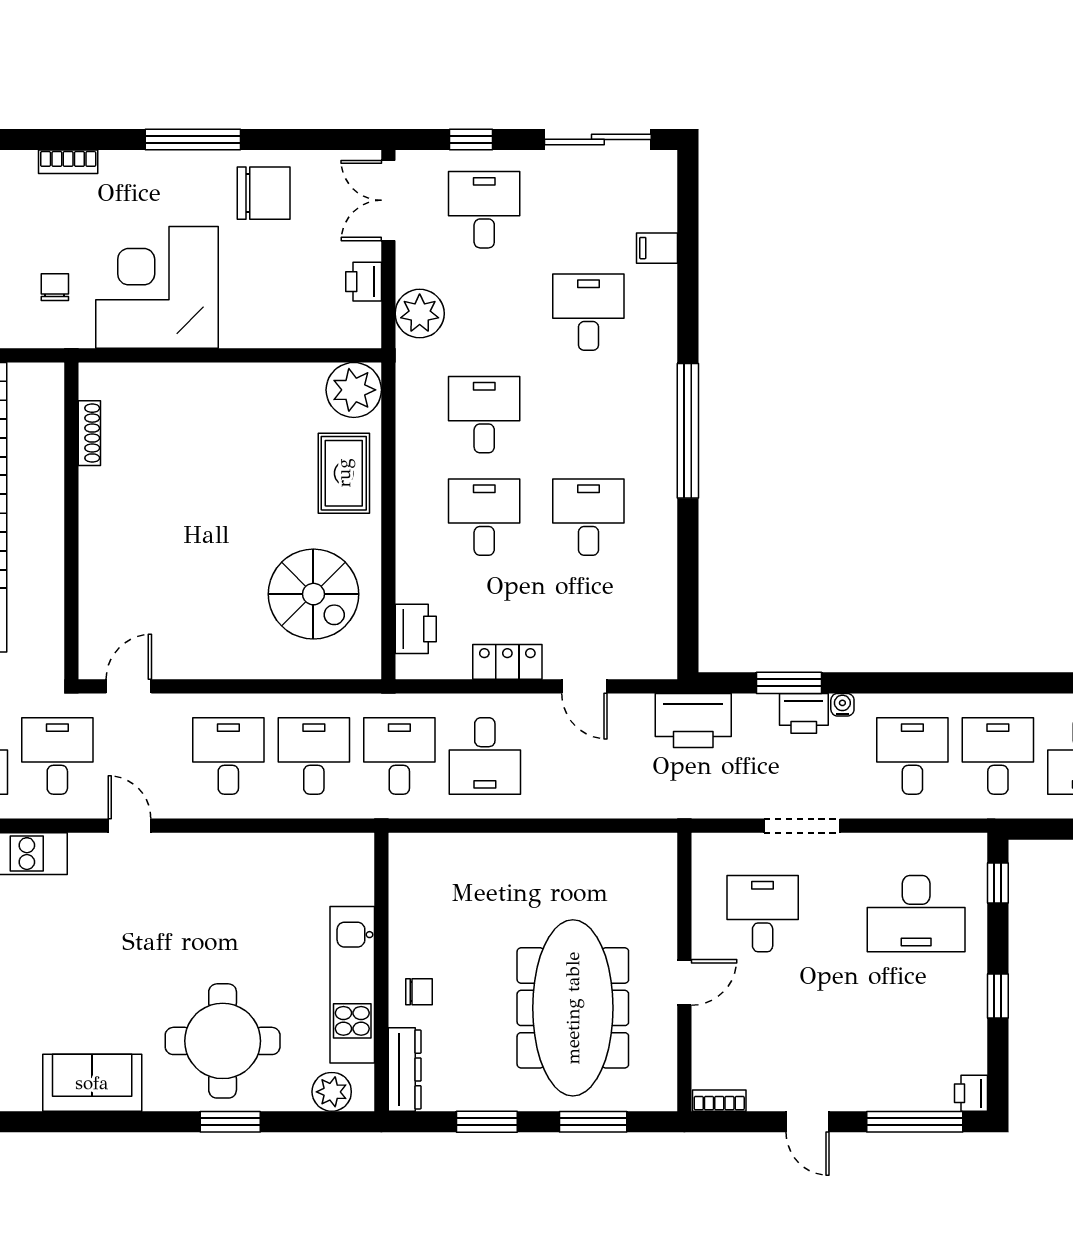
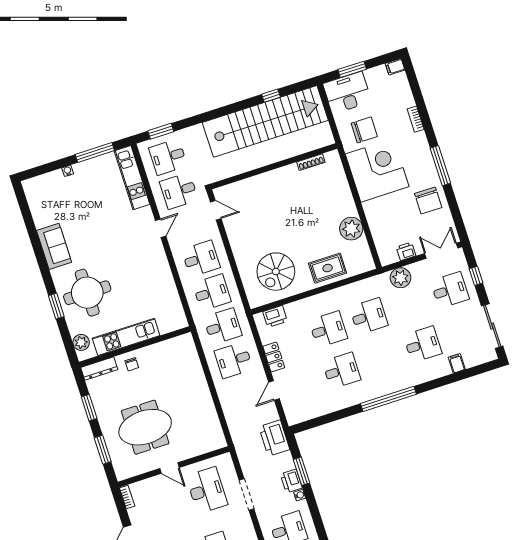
chair: (55, 287) -> (364, 130), width x1.87, depth x1.87
plant: (354, 390) -> (351, 229), moved
desk: (57, 756) -> (179, 191), turned 180
desk: (763, 914) -> (207, 490), width x1.37
meeting table: (573, 1008) -> (145, 427), width x0.73

